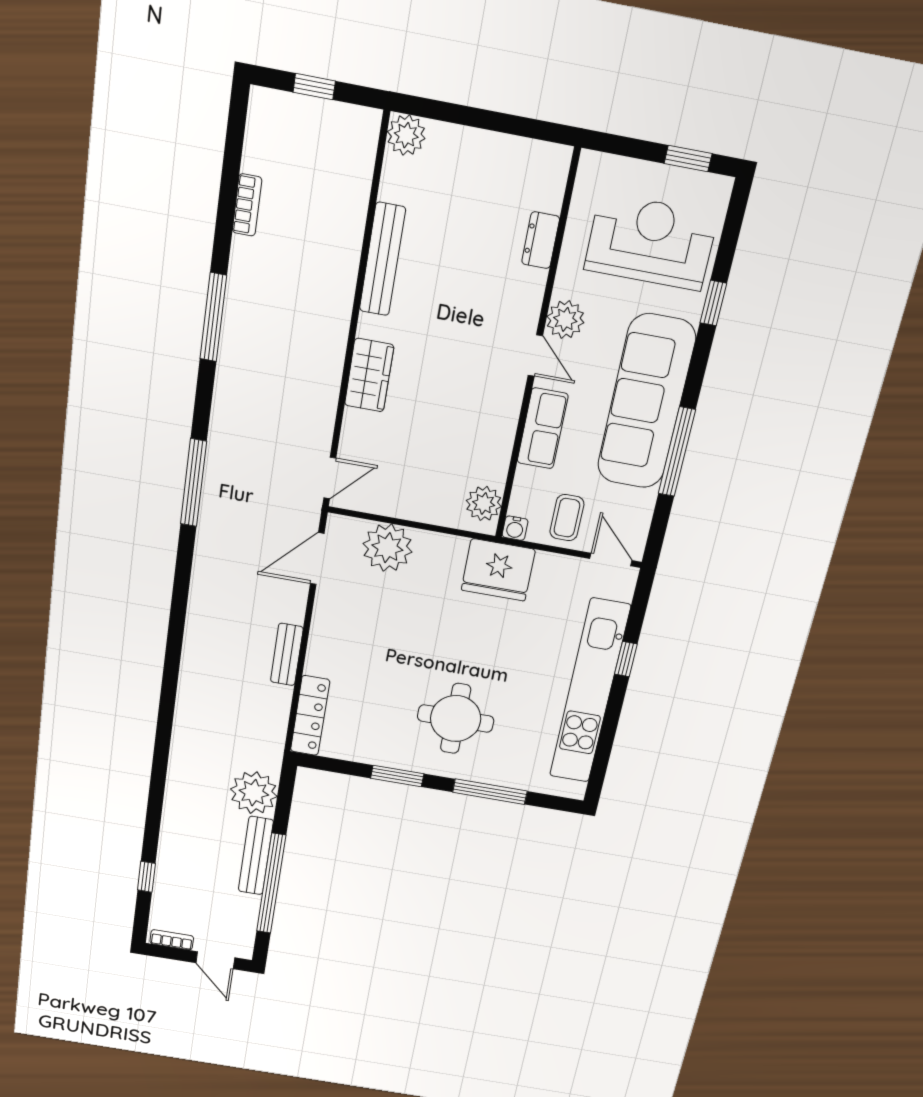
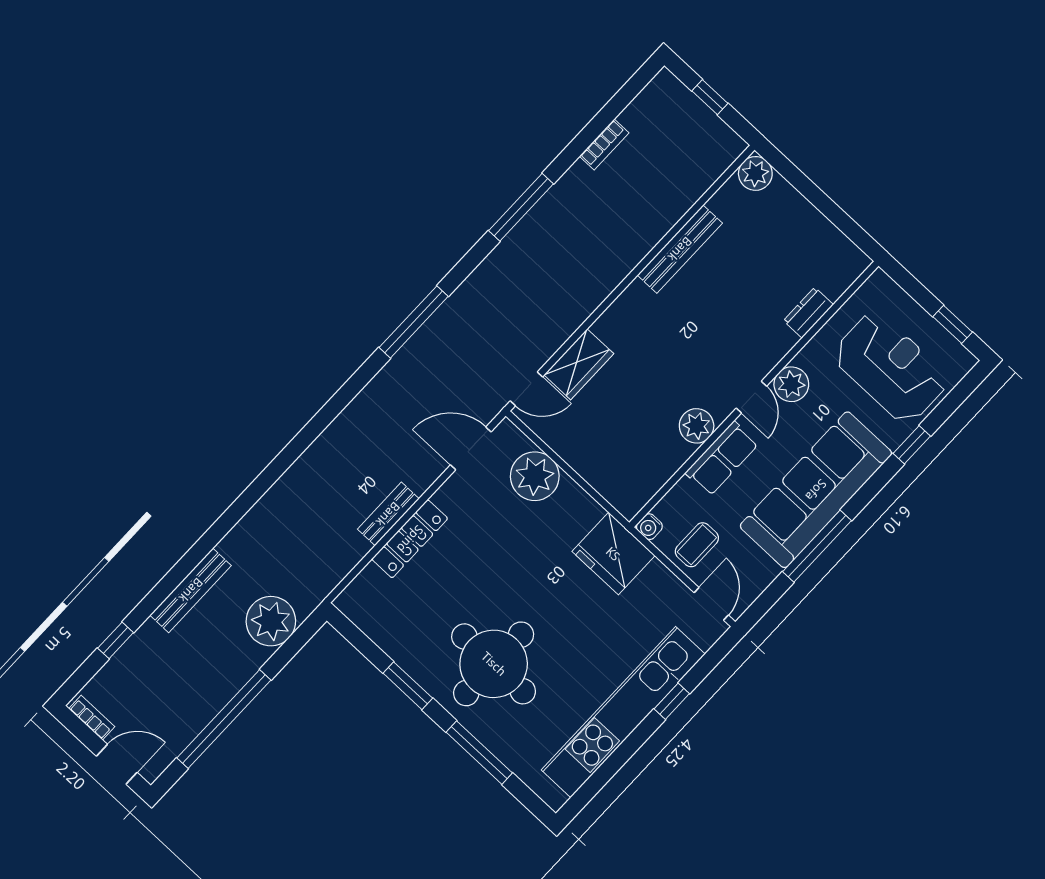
wardrobe: (369, 375) -> (579, 364), moved
plant: (484, 504) -> (697, 426), moved
locker: (310, 716) -> (410, 539), moved
round table: (456, 719) -> (494, 664), width x1.36, depth x1.36
bench: (256, 856) -> (191, 590), moved
door: (215, 960) -> (117, 764), swing flipped

